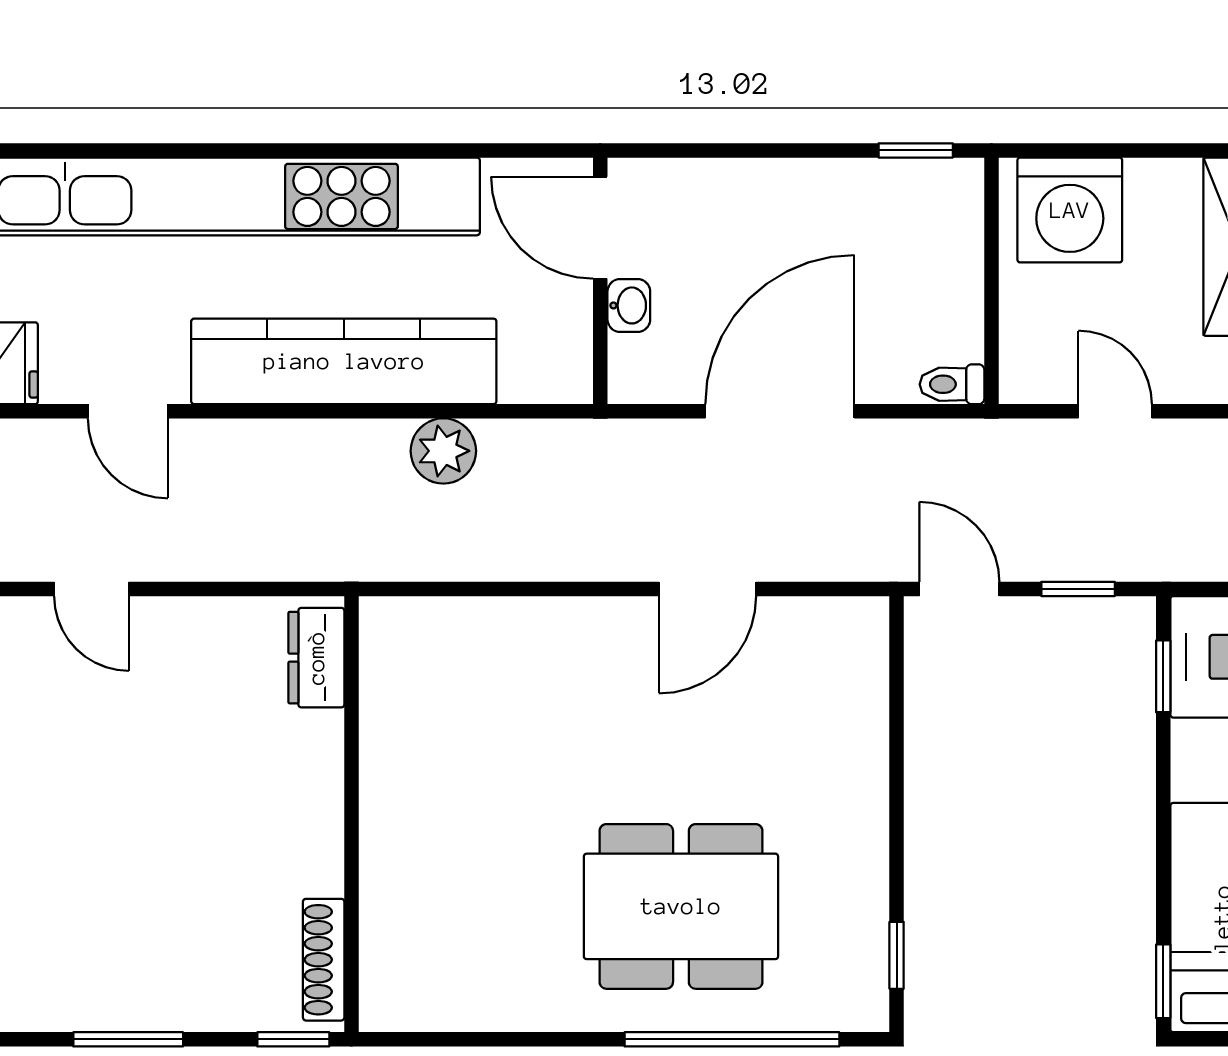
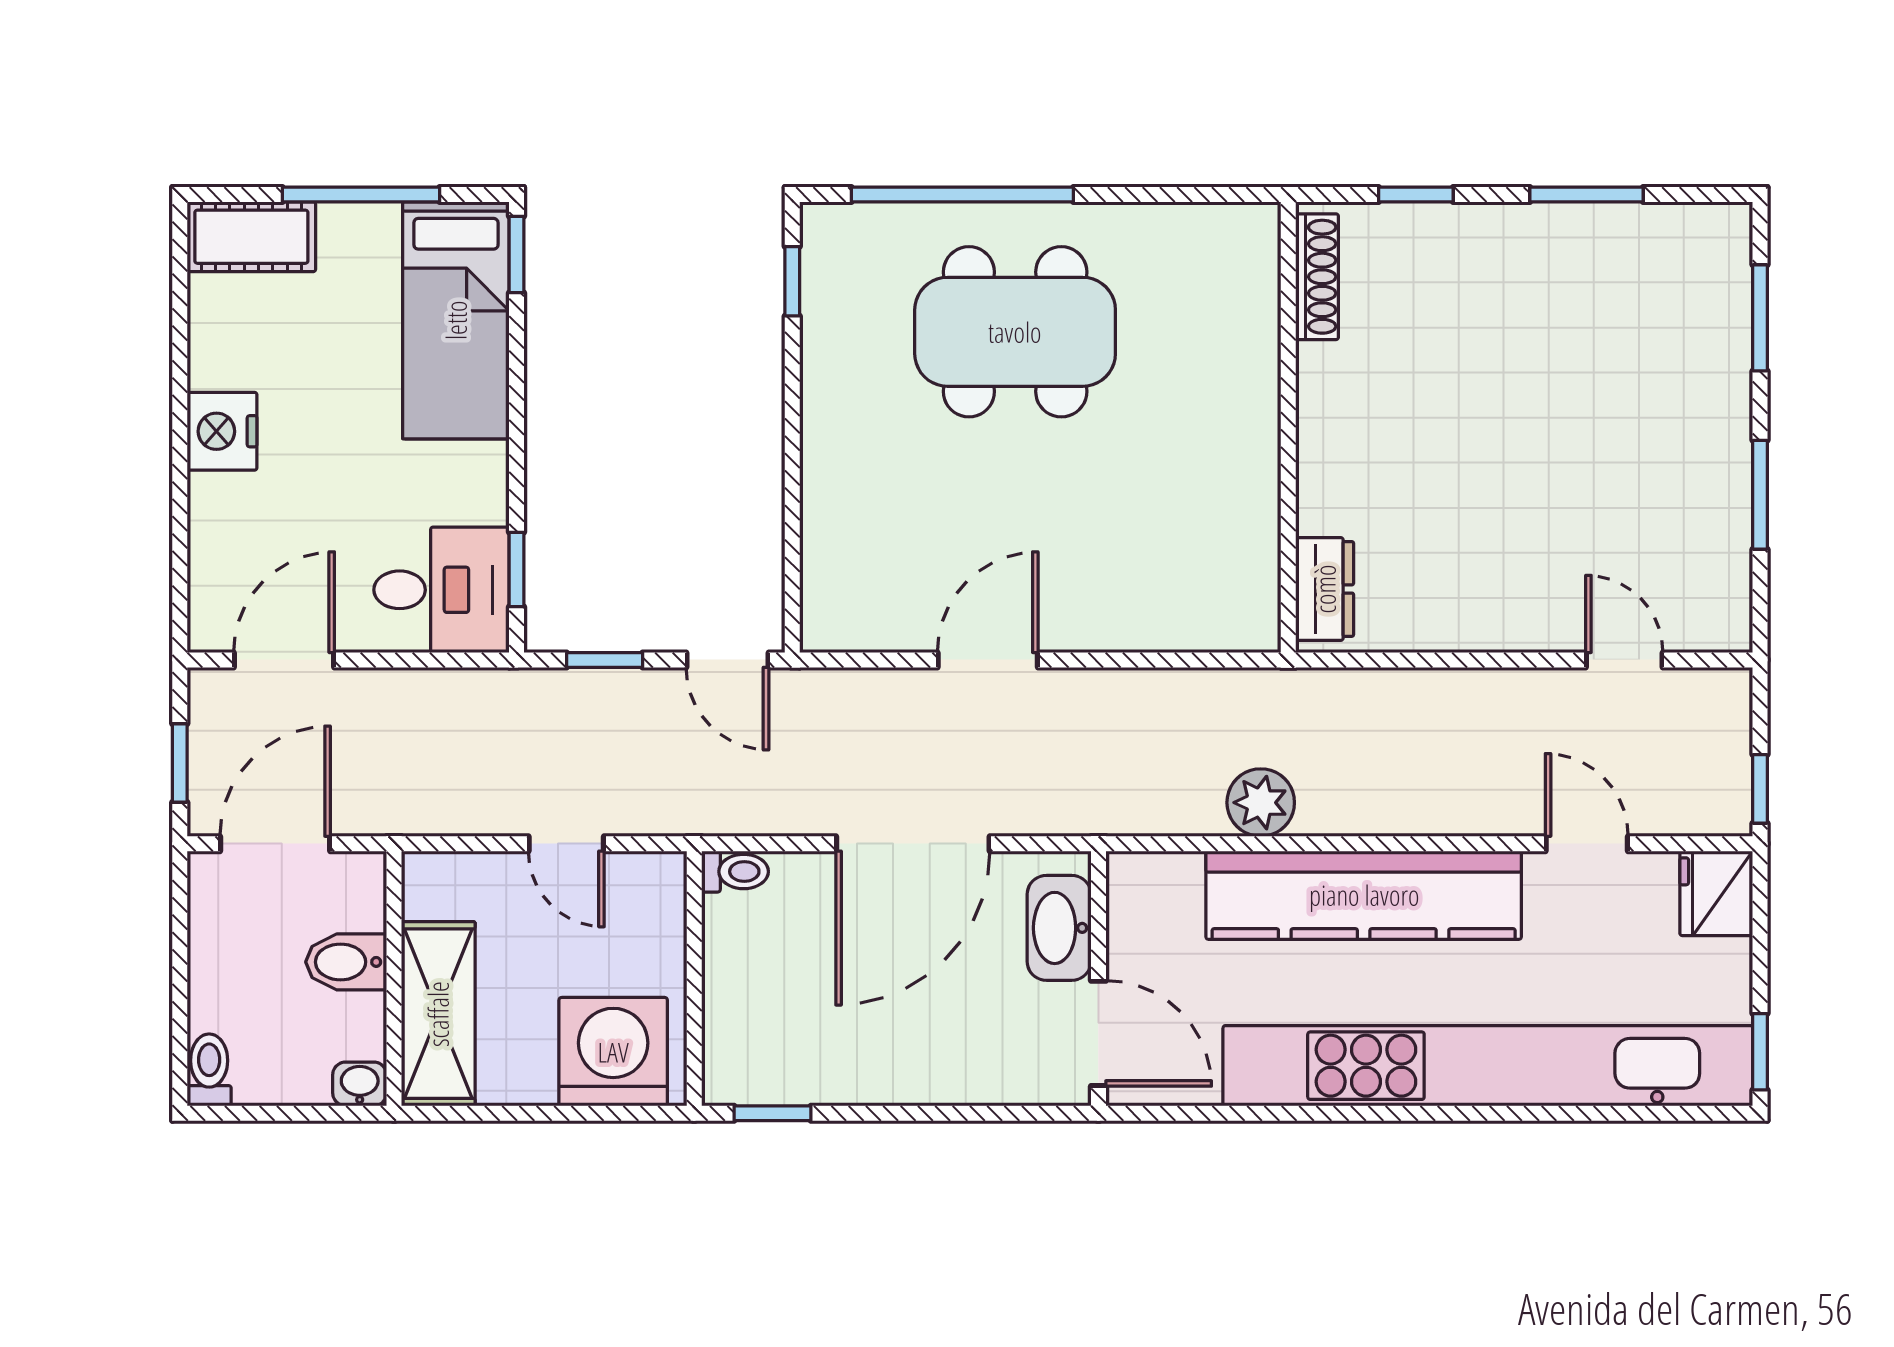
washbasin: (629, 305) -> (1059, 928), width x1.91, depth x1.45
dresser: (316, 658) -> (1325, 589), moved
wall: (351, 814) -> (1288, 427), moved
shoe rack: (324, 960) -> (1317, 277), moved

